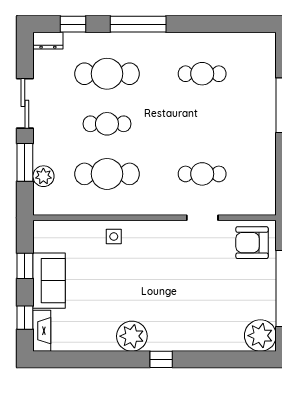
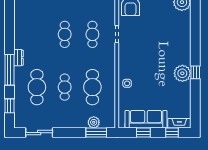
dresser: (48, 41) -> (19, 58), moved
cafe table: (202, 74) -> (65, 34), moved
sliding door: (25, 103) -> (39, 133), moved
window: (25, 162) -> (96, 133), moved
sofa: (49, 281) -> (146, 119), width x1.36
window: (161, 359) -> (195, 72), moved

